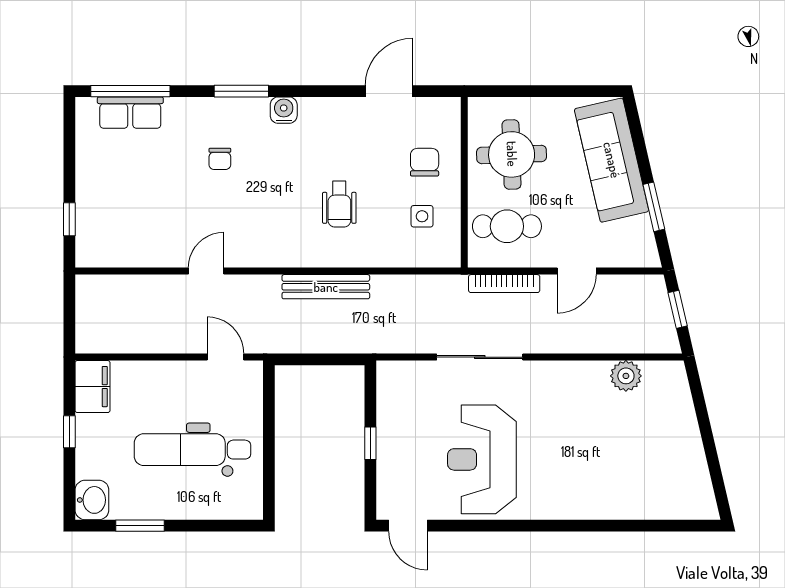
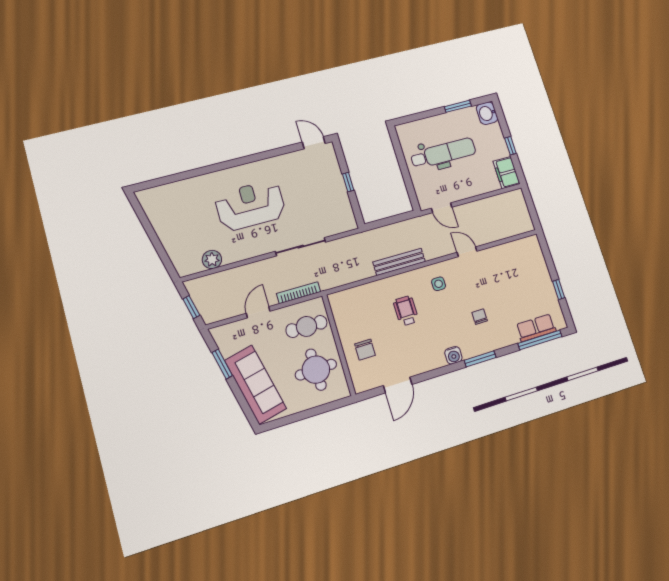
side table: (422, 216) -> (439, 284), moved
window: (69, 219) -> (559, 289), moved
door: (206, 271) -> (467, 252), swing flipped
reception desk: (482, 459) -> (250, 205), moved, turned -90

